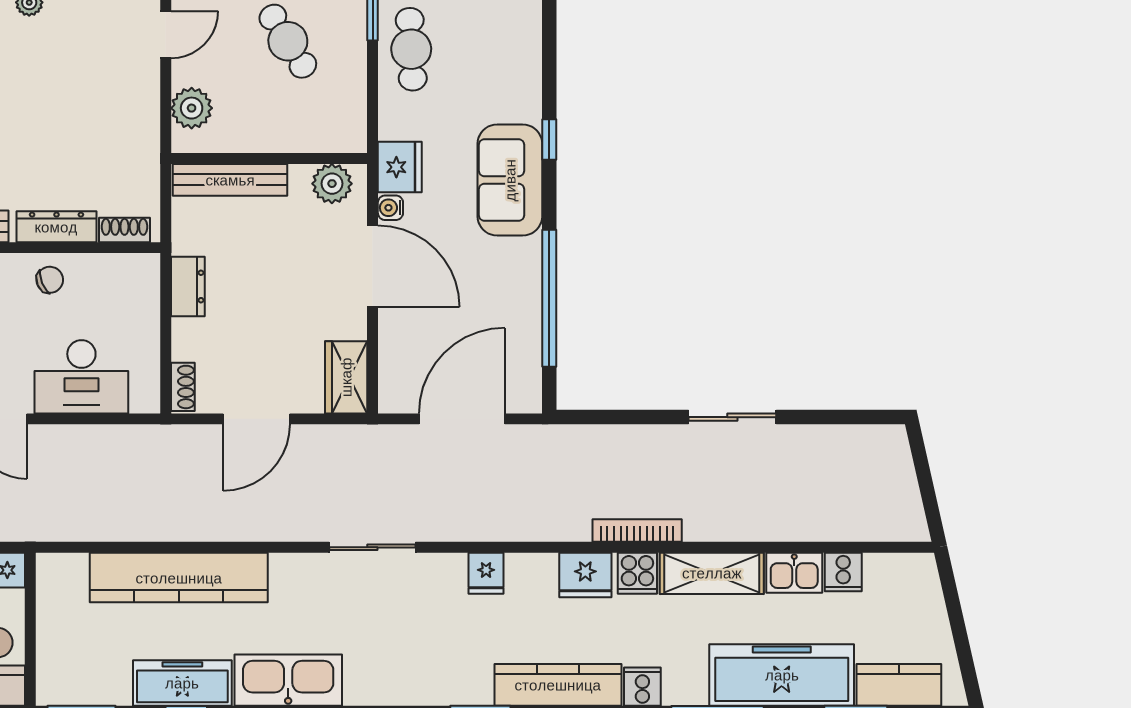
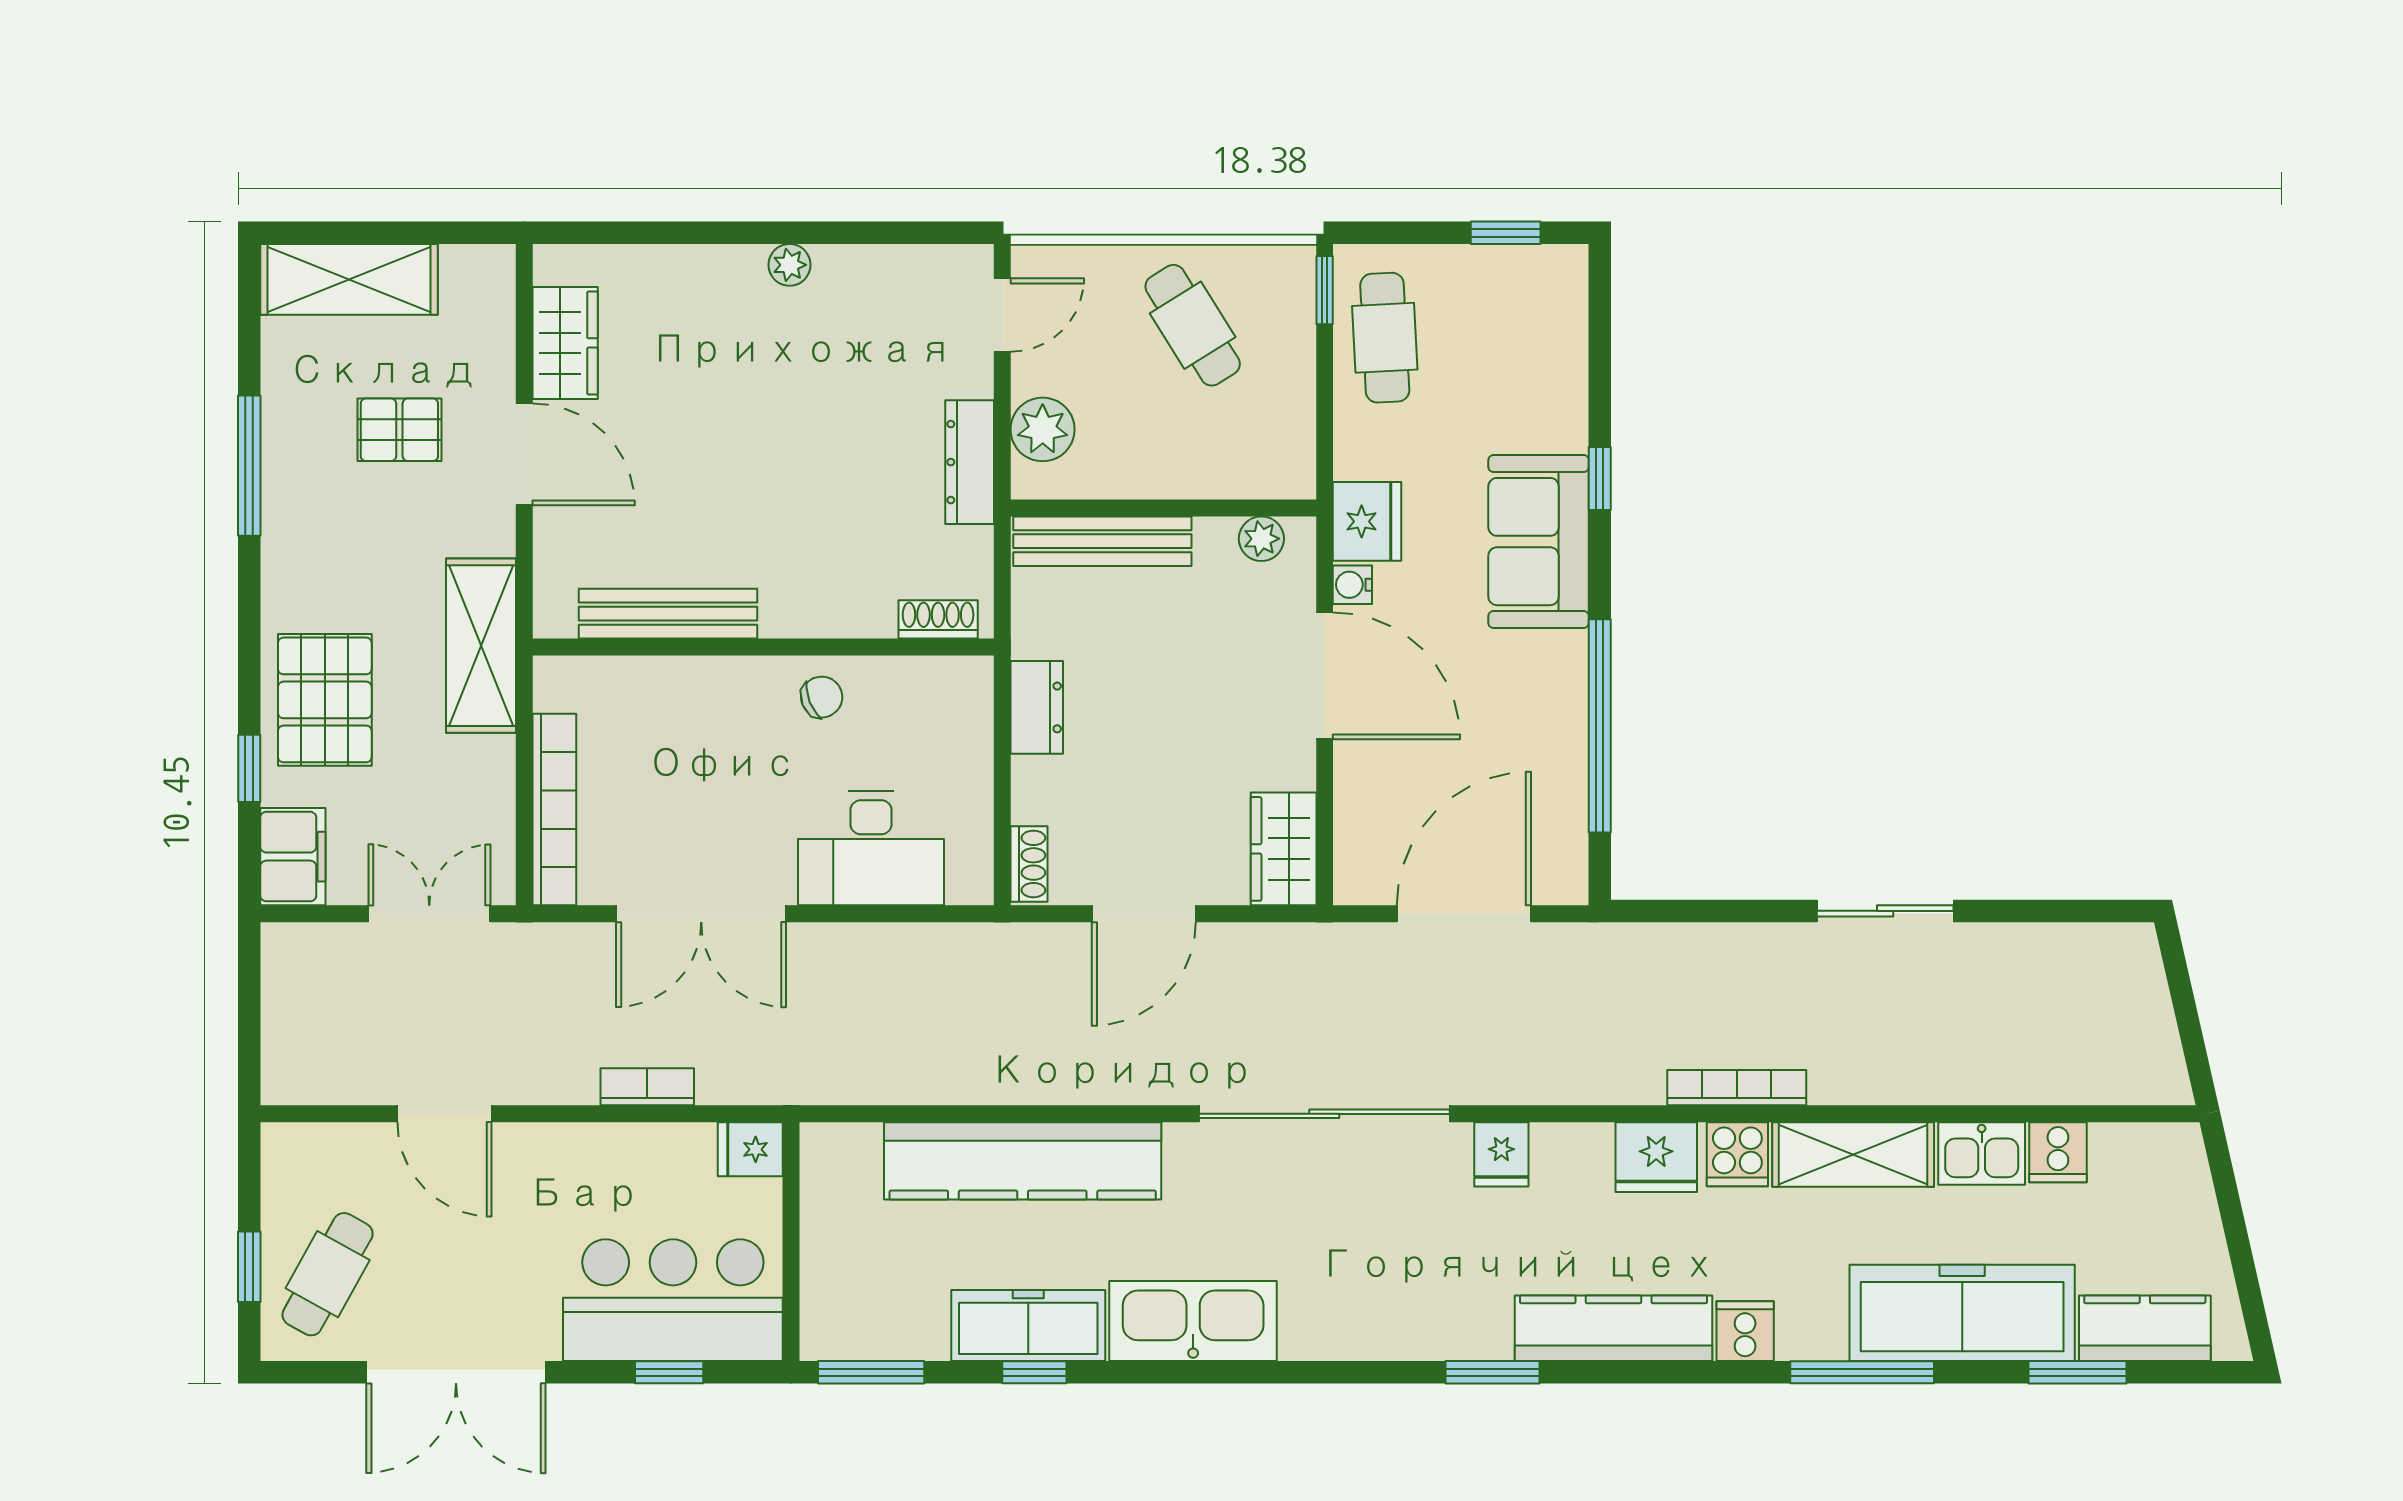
plant: (332, 184) -> (1261, 539), width x0.73, depth x0.73
dresser: (56, 227) -> (970, 462), moved, turned -90
sliding door: (372, 547) -> (1324, 1114), width x1.86

